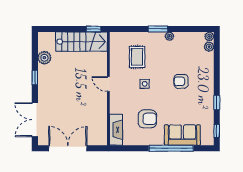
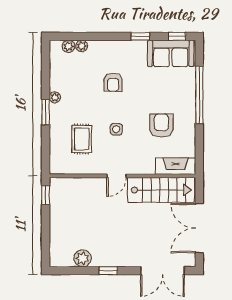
plant: (209, 36) -> (82, 46), moved
stairs: (81, 42) -> (161, 190), moved, turned 90
rug: (137, 57) -> (82, 139), turned 90
sofa: (182, 135) -> (171, 53), moved, turned -90

